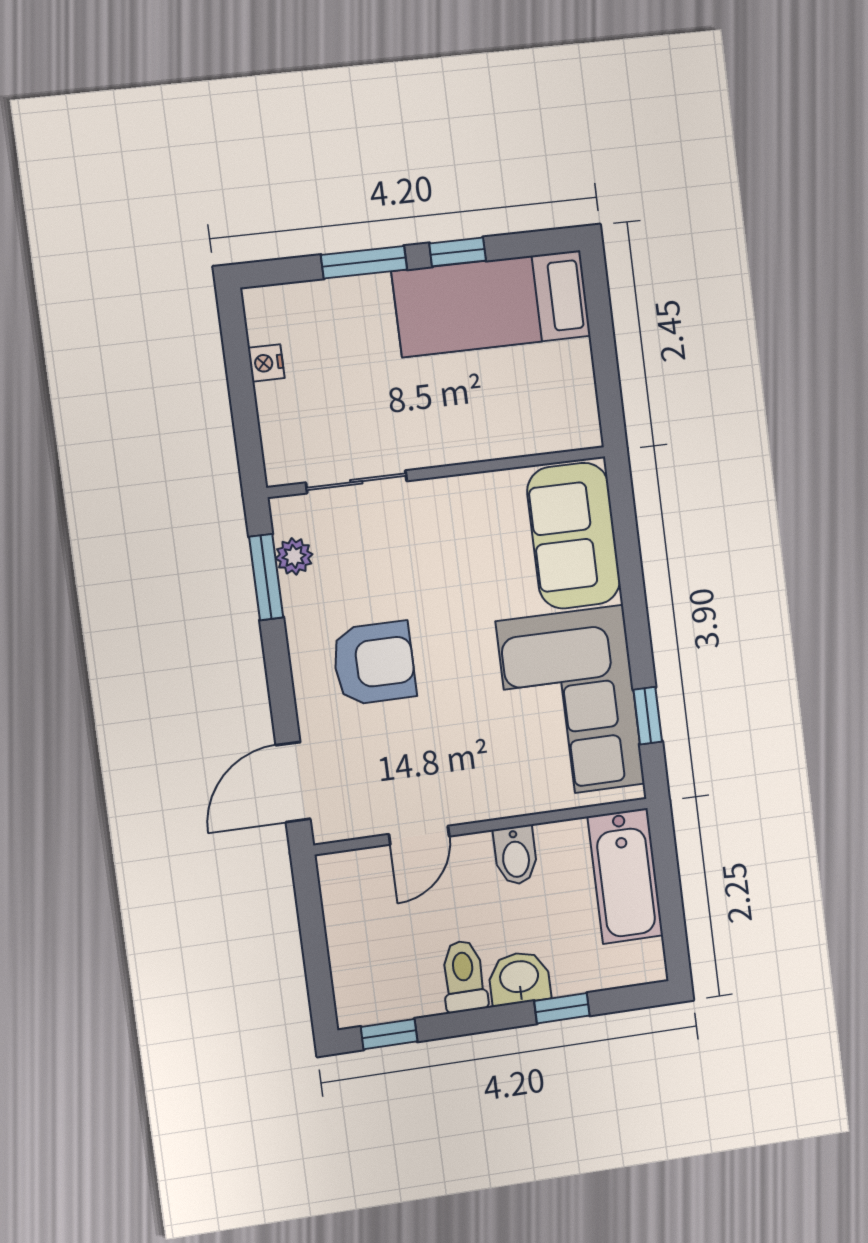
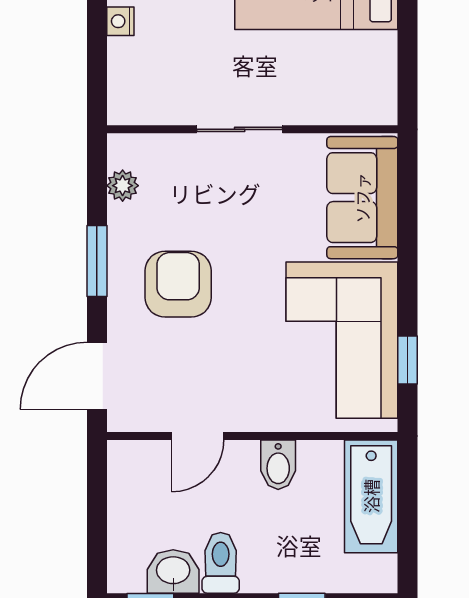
sliding door: (356, 482) -> (240, 129), moved
window: (266, 577) -> (97, 261), moved
armchair: (374, 663) -> (178, 284), turned -90
washbasin: (519, 978) -> (173, 571), moved

